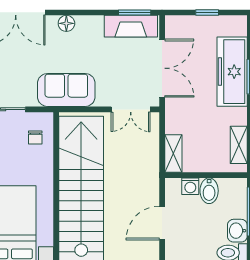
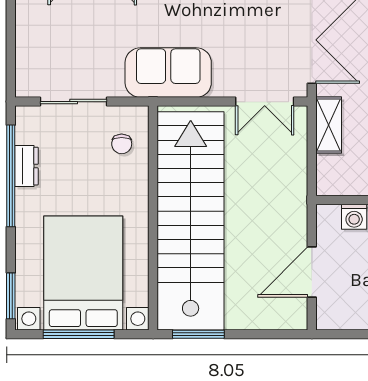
shelving: (173, 154) -> (329, 125), moved

